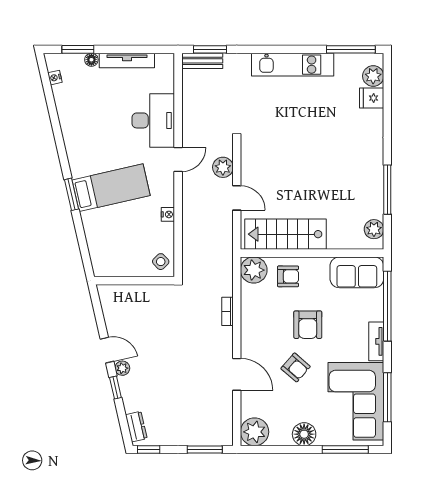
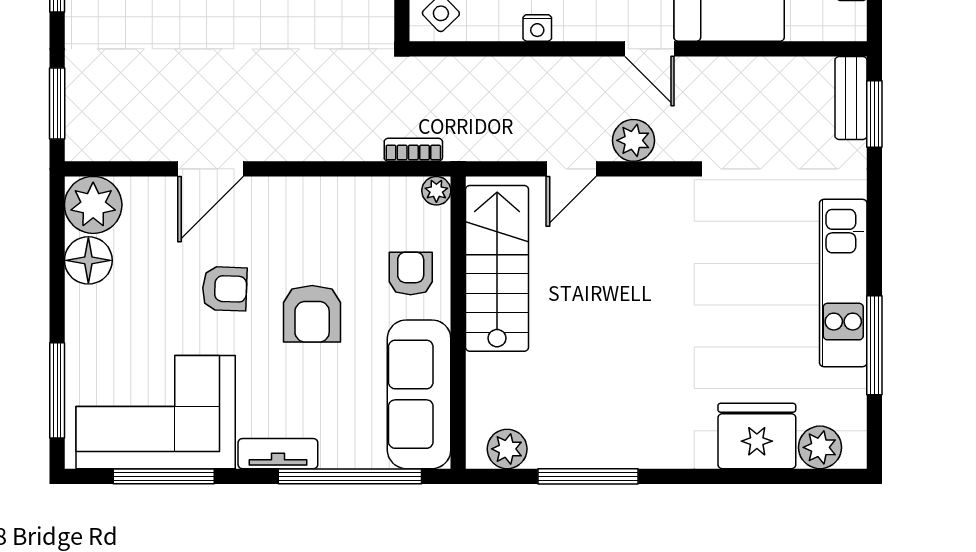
window: (351, 49) -> (874, 345), moved
fridge: (372, 98) -> (757, 436), width x1.88, depth x1.34
plant: (254, 270) -> (436, 191), width x0.53, depth x0.53
sofa: (357, 272) -> (419, 394), width x1.36
armchair: (288, 276) -> (411, 273), turned 180
bookcase: (227, 311) -> (413, 150), moved
armchair: (308, 325) -> (312, 314), turned -90
armchair: (296, 367) -> (225, 289), turned -129
floor lamp: (304, 434) -> (88, 260), moved

